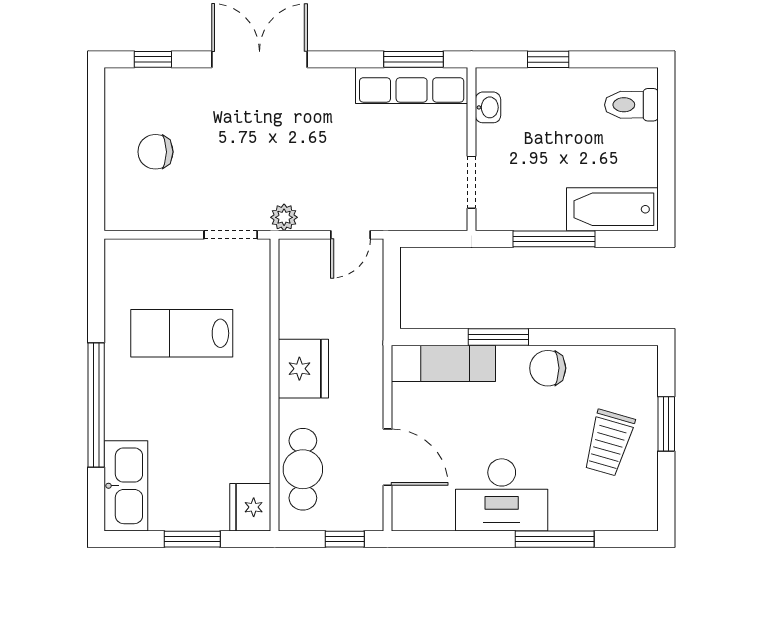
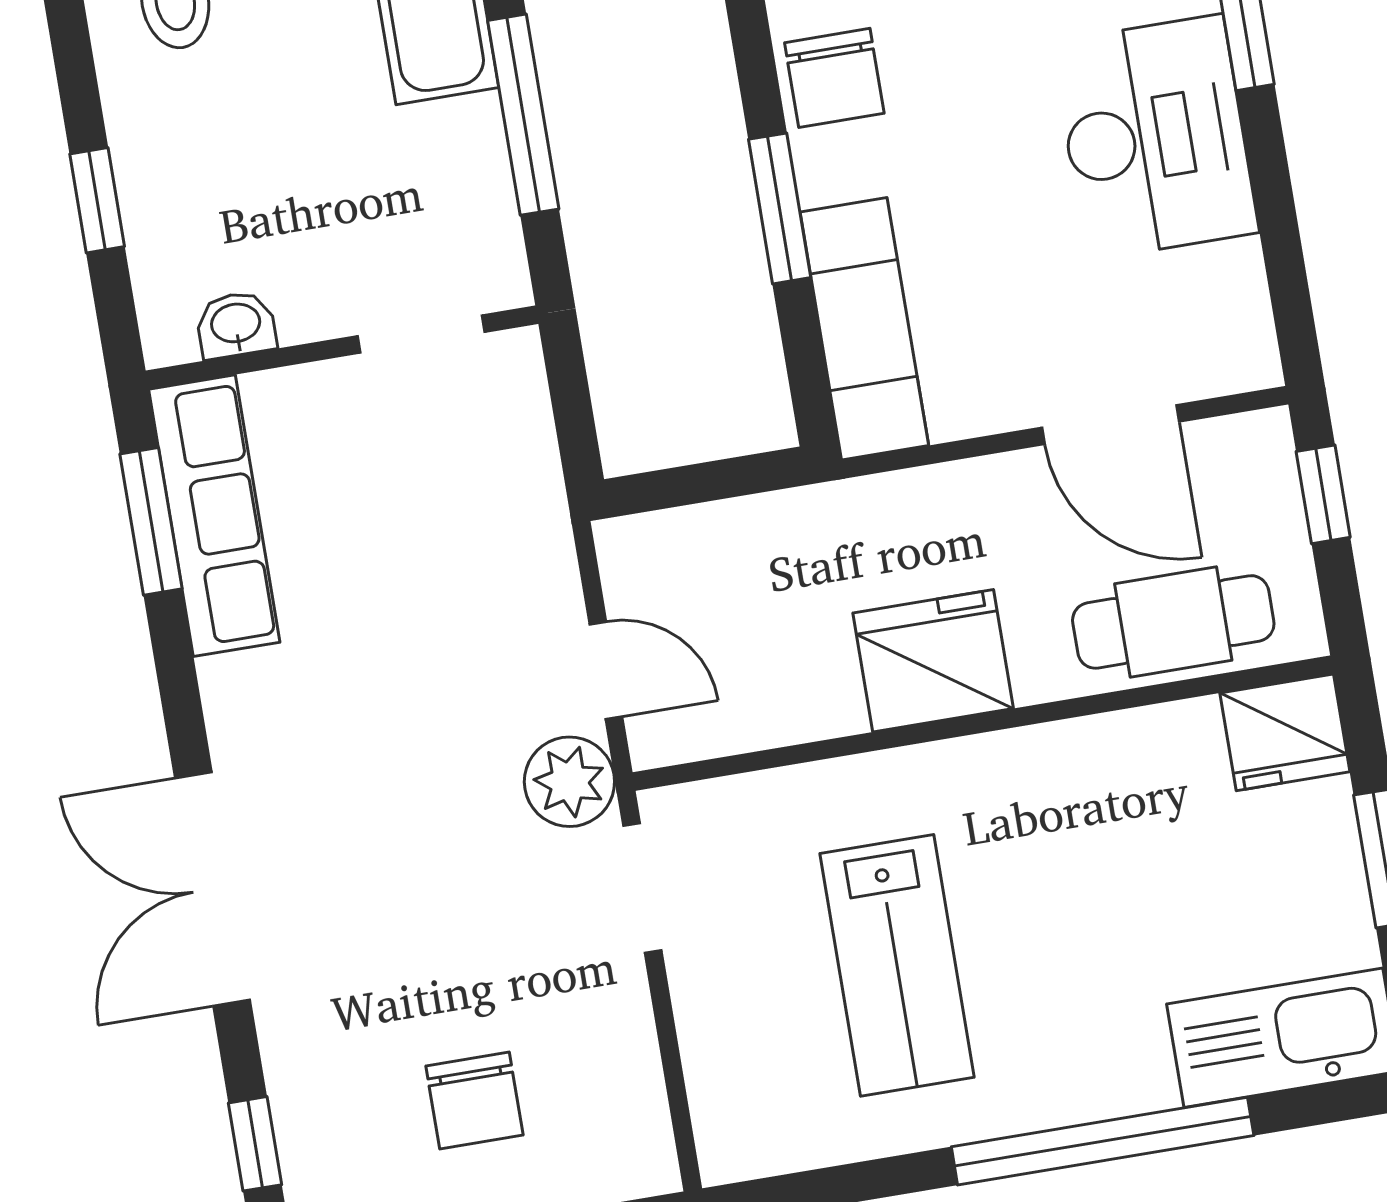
plant: (284, 217) -> (569, 782), width x1.38, depth x1.38
door: (351, 235) -> (606, 670), moved
door: (388, 457) -> (1110, 425), swing flipped

